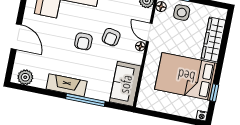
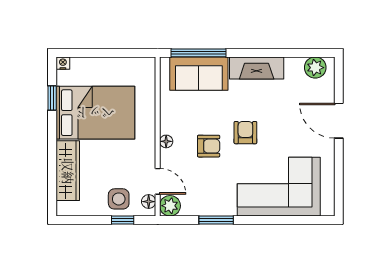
door: (149, 32) -> (158, 181), moved
armchair: (111, 37) -> (209, 146), turned 79
sofa: (125, 84) -> (199, 74), moved, turned 90
window: (85, 100) -> (198, 53), moved

